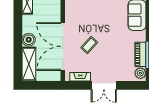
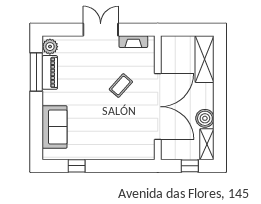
boiler: (29, 40) -> (205, 118), moved
double door: (63, 46) -> (158, 107), moved

